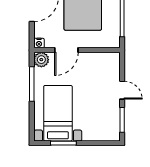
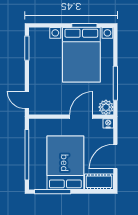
door: (122, 90) -> (27, 100), moved
bed with nightstands: (58, 113) -> (81, 55), width x1.36

